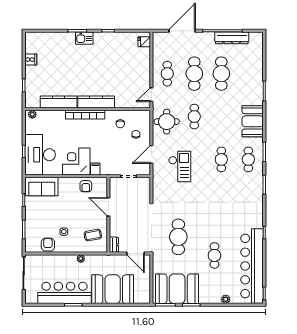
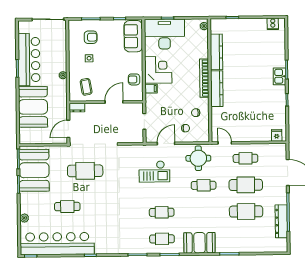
cooker: (31, 60) -> (273, 24), moved
door: (151, 154) -> (166, 143), hinge flipped
armchair: (48, 245) -> (91, 37), moved

